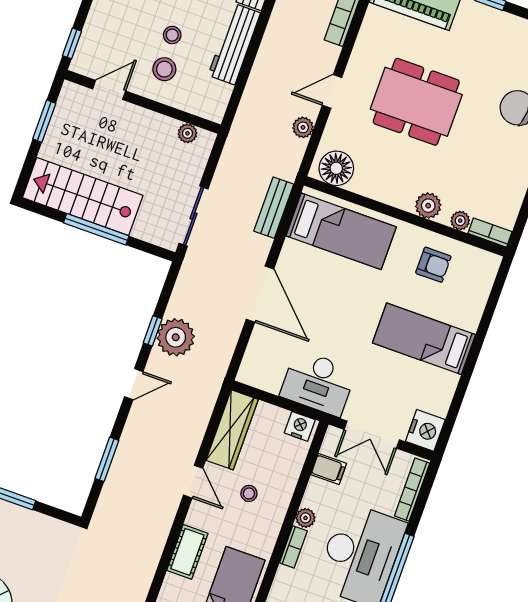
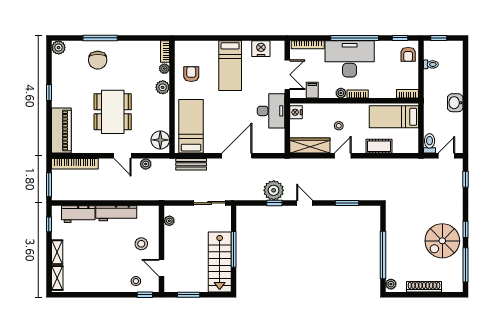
stool: (172, 35) -> (136, 281), moved
nightstand: (425, 430) -> (261, 49), moved

